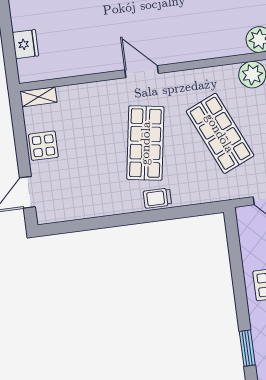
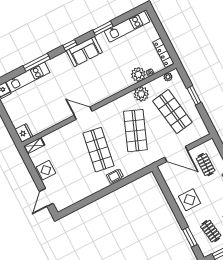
fridge: (25, 44) -> (24, 133), moved
shop shelf: (220, 133) -> (135, 131), turned 45

